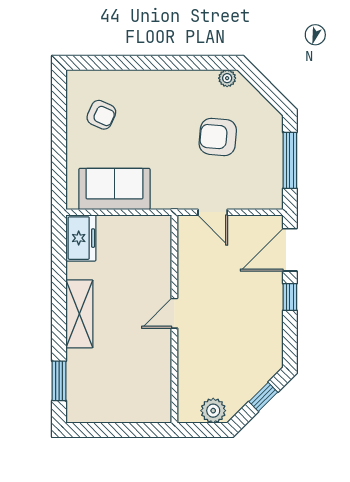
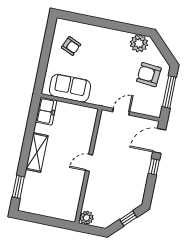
plant: (227, 78) -> (139, 43), width x1.87, depth x1.87
armchair: (218, 137) -> (149, 75), moved
door: (213, 212) -> (121, 112), swing flipped
plant: (213, 411) -> (86, 218), moved

